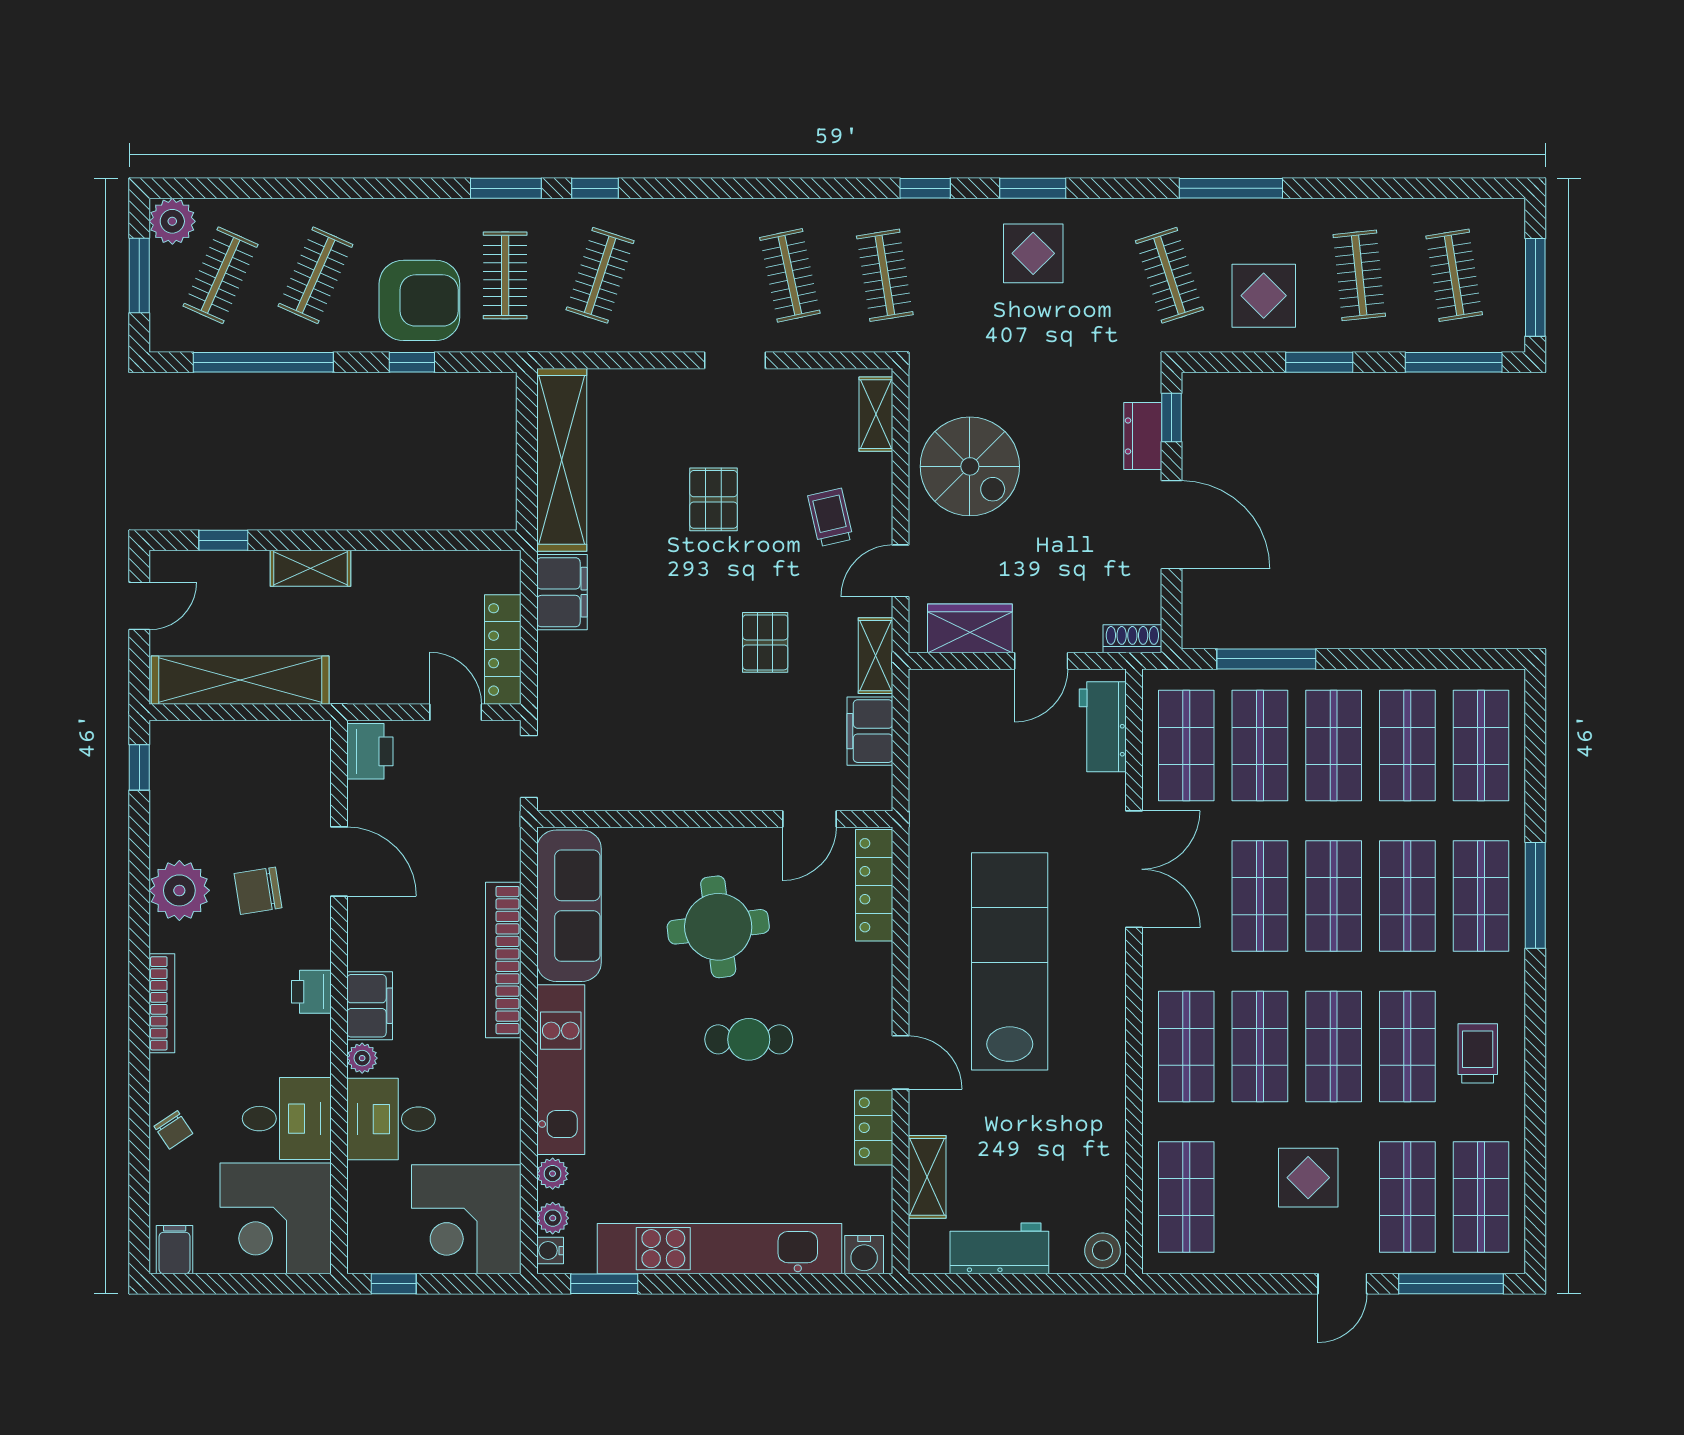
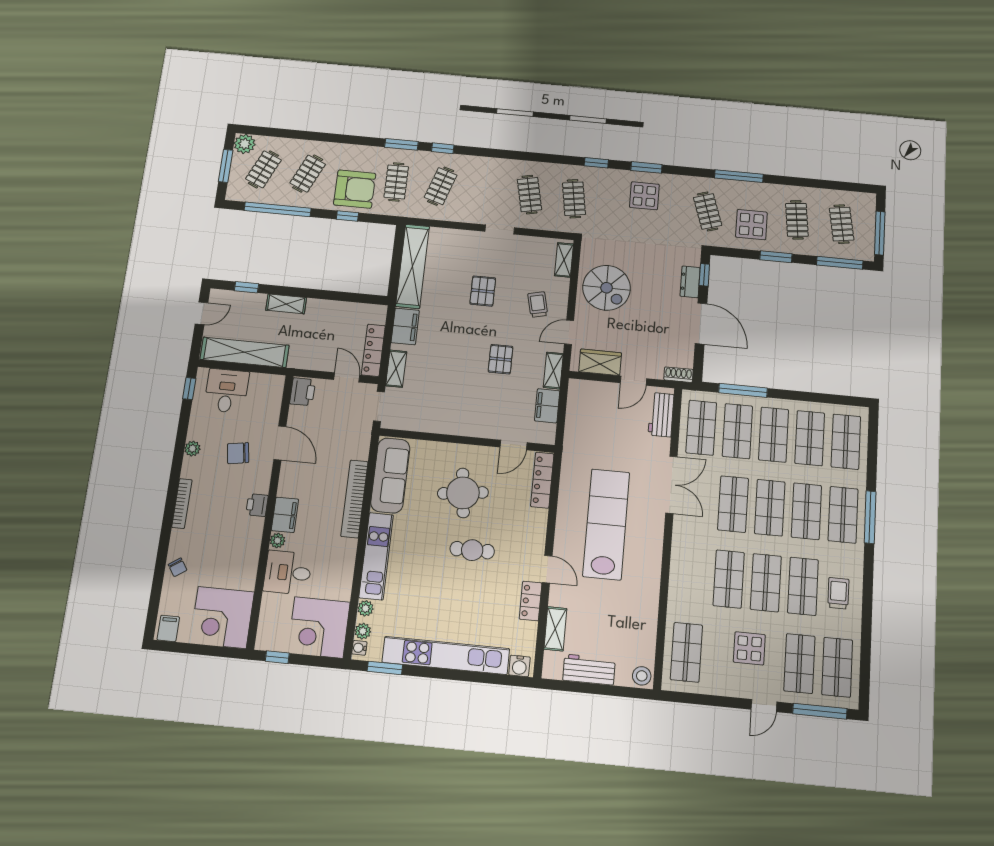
shelving: (554, 684) -> (396, 369), added
plant: (179, 890) -> (192, 449), width x0.53, depth x0.53
shop shelf: (1186, 1047) -> (692, 575), removed
desk: (287, 1119) -> (227, 391), moved, turned -90

